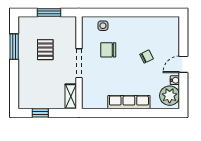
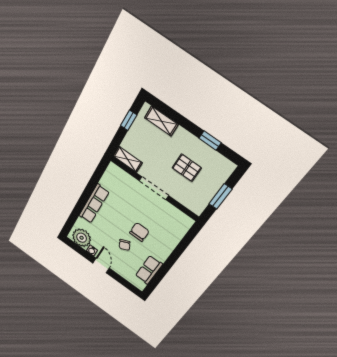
row of seats: (154, 24) -> (149, 270), added
side table: (103, 26) -> (175, 232), removed
window: (14, 47) -> (210, 141), width x0.67
chair: (108, 50) -> (139, 232), moved
shelving: (24, 89) -> (161, 121), added

